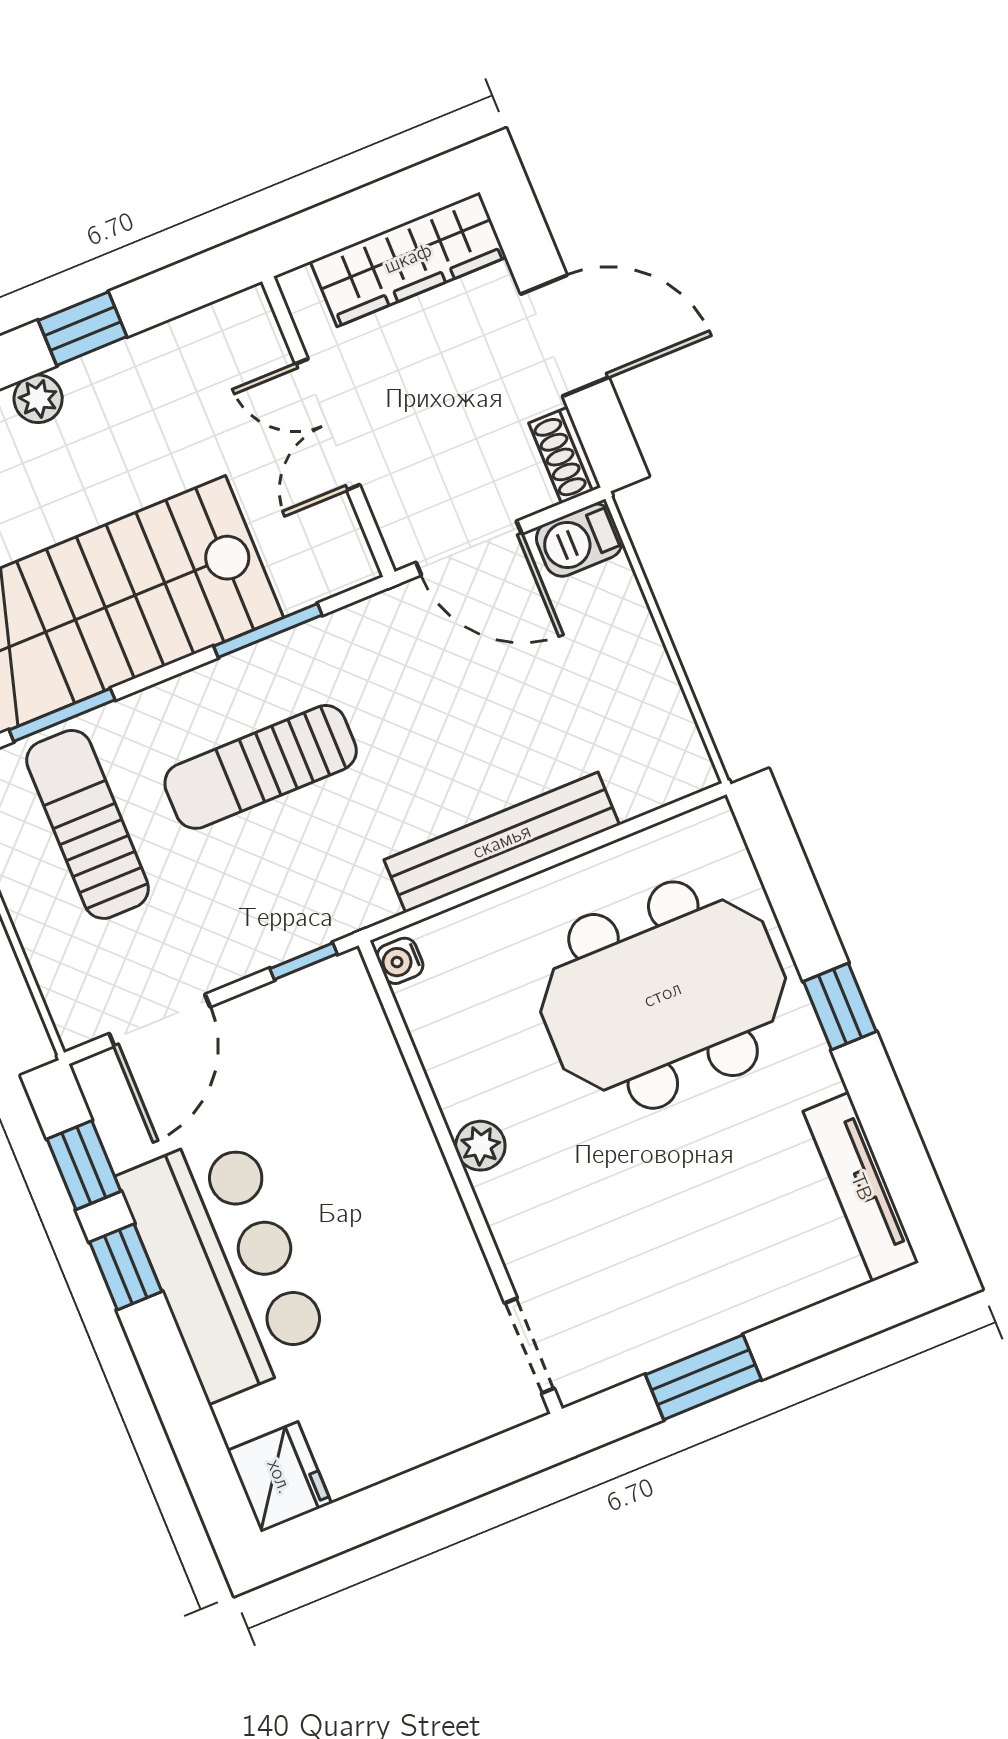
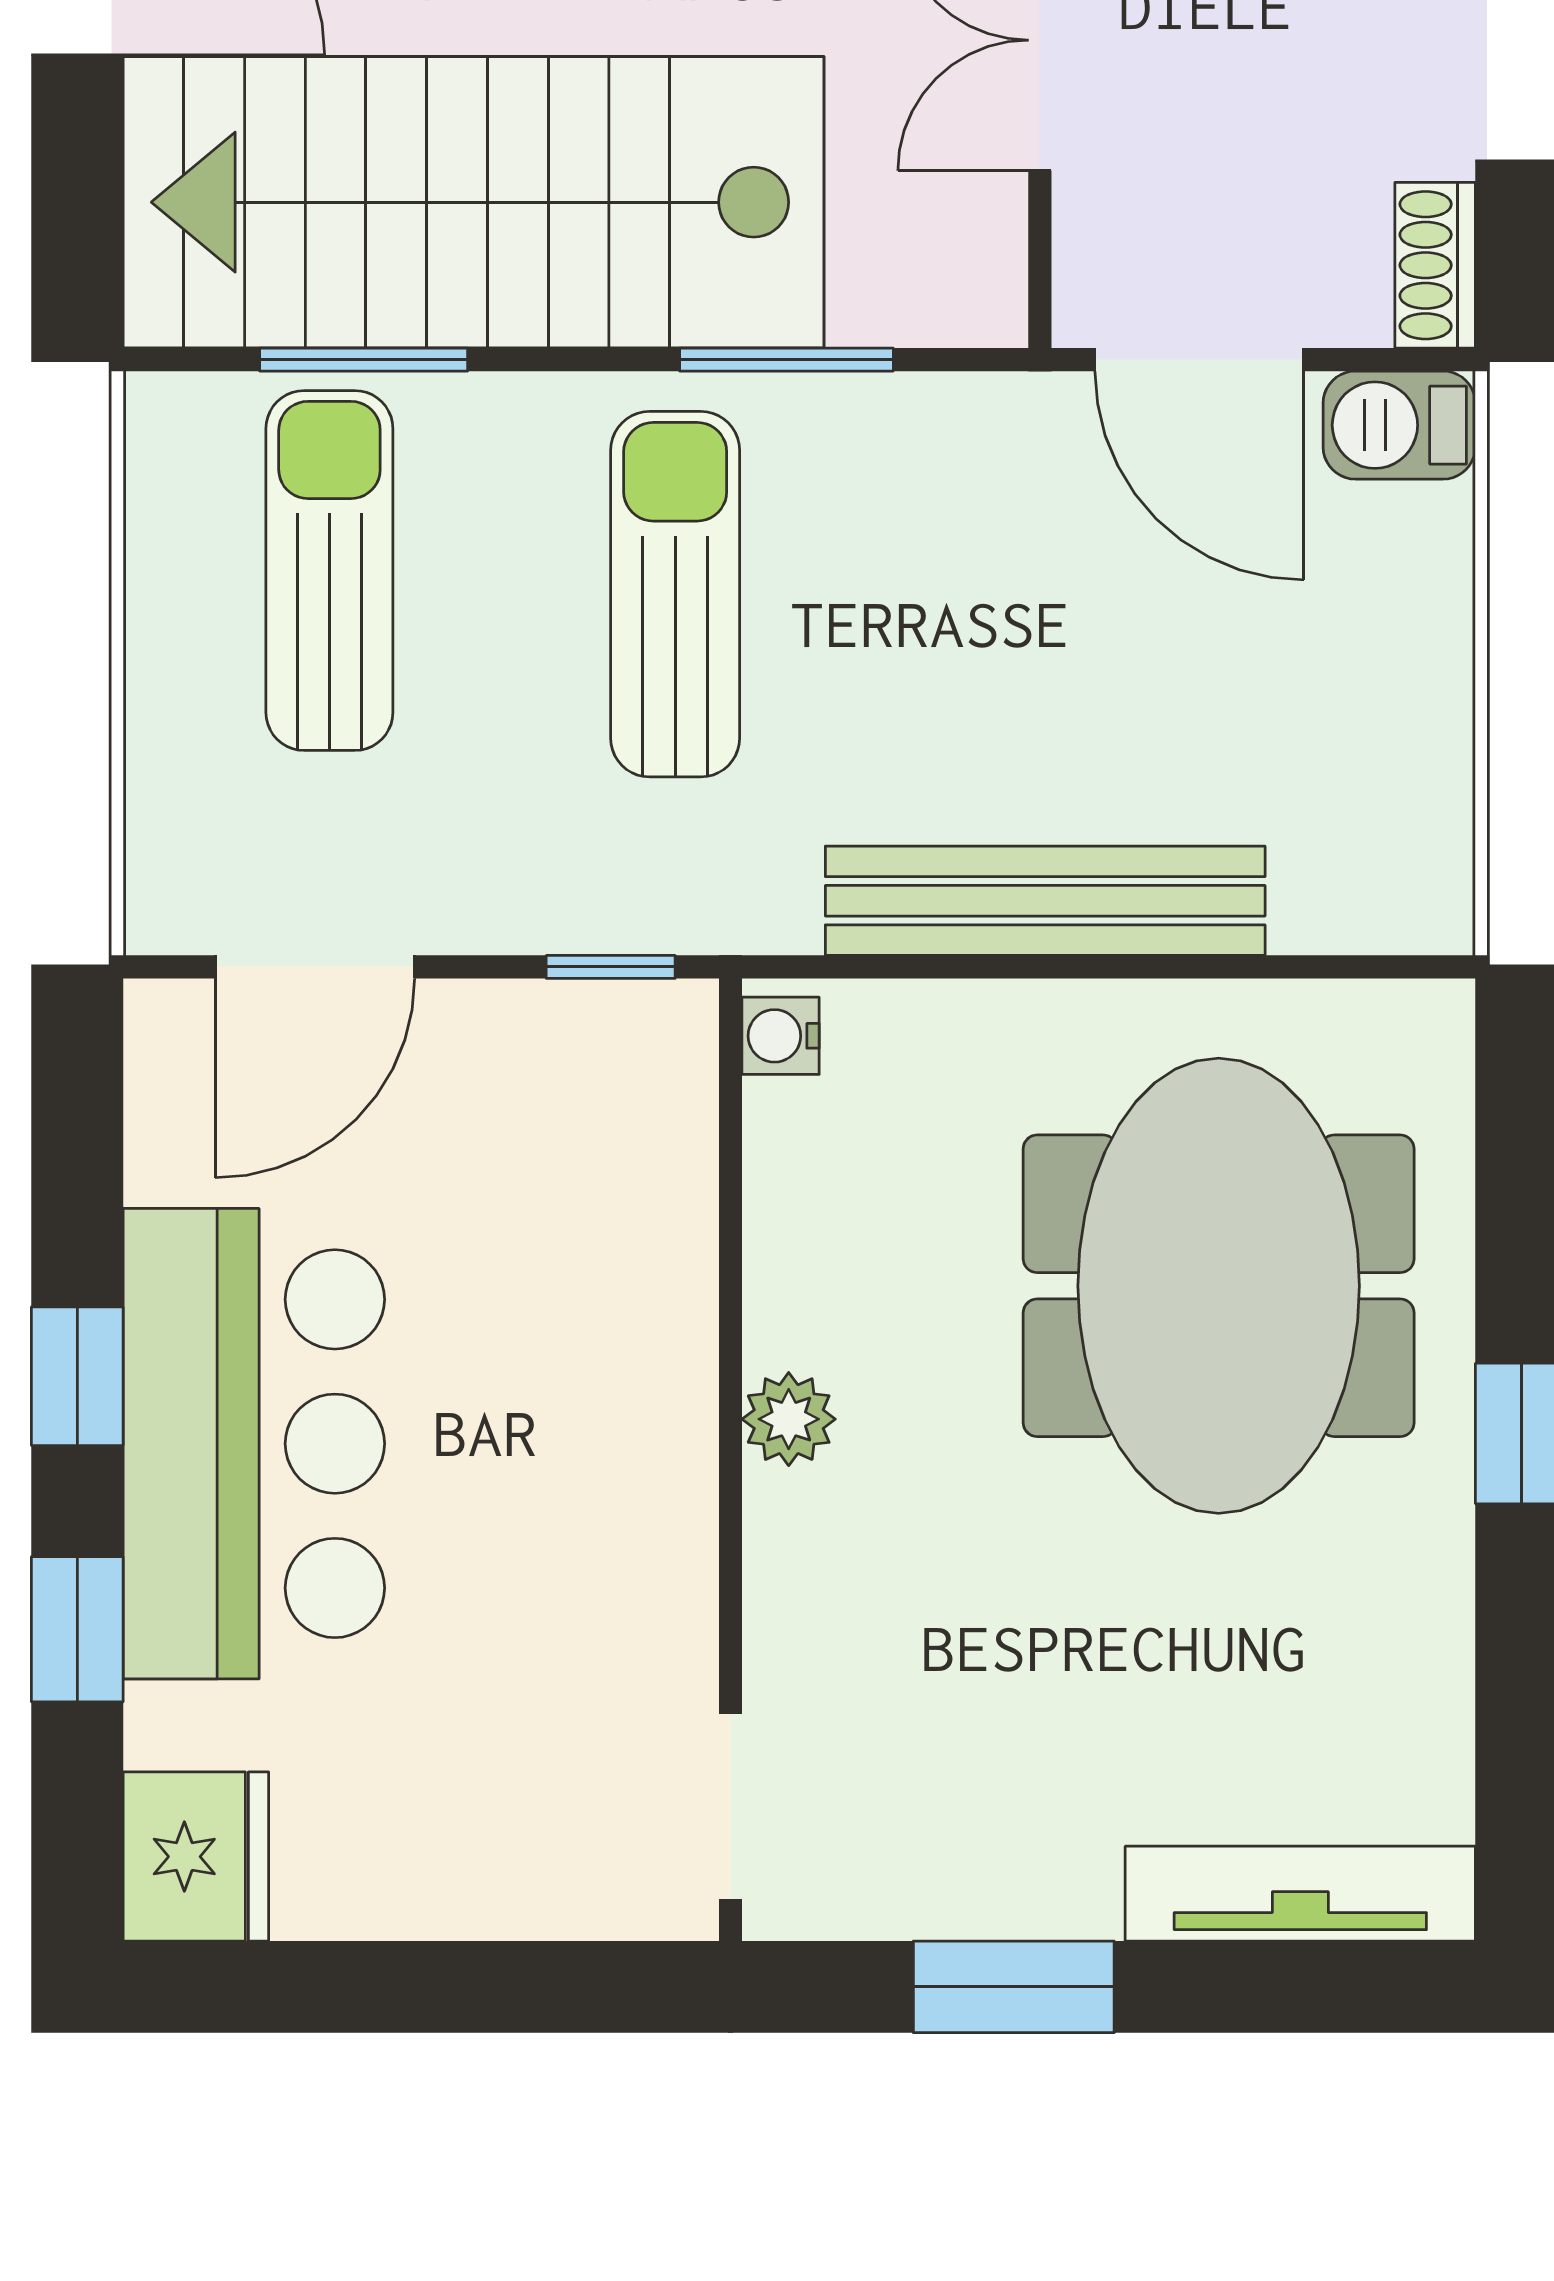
sun lounger: (261, 767) -> (675, 594), turned 90
meeting table: (663, 995) -> (1219, 1286), turned 90
window: (84, 1165) -> (77, 1629), moved
tv unit: (861, 1187) -> (1300, 1894), moved, turned 90

